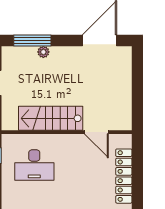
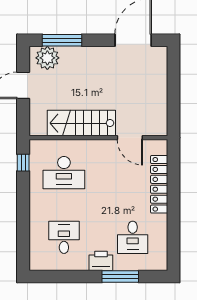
plant: (43, 52) -> (47, 58), moved, width x1.87, depth x1.87

